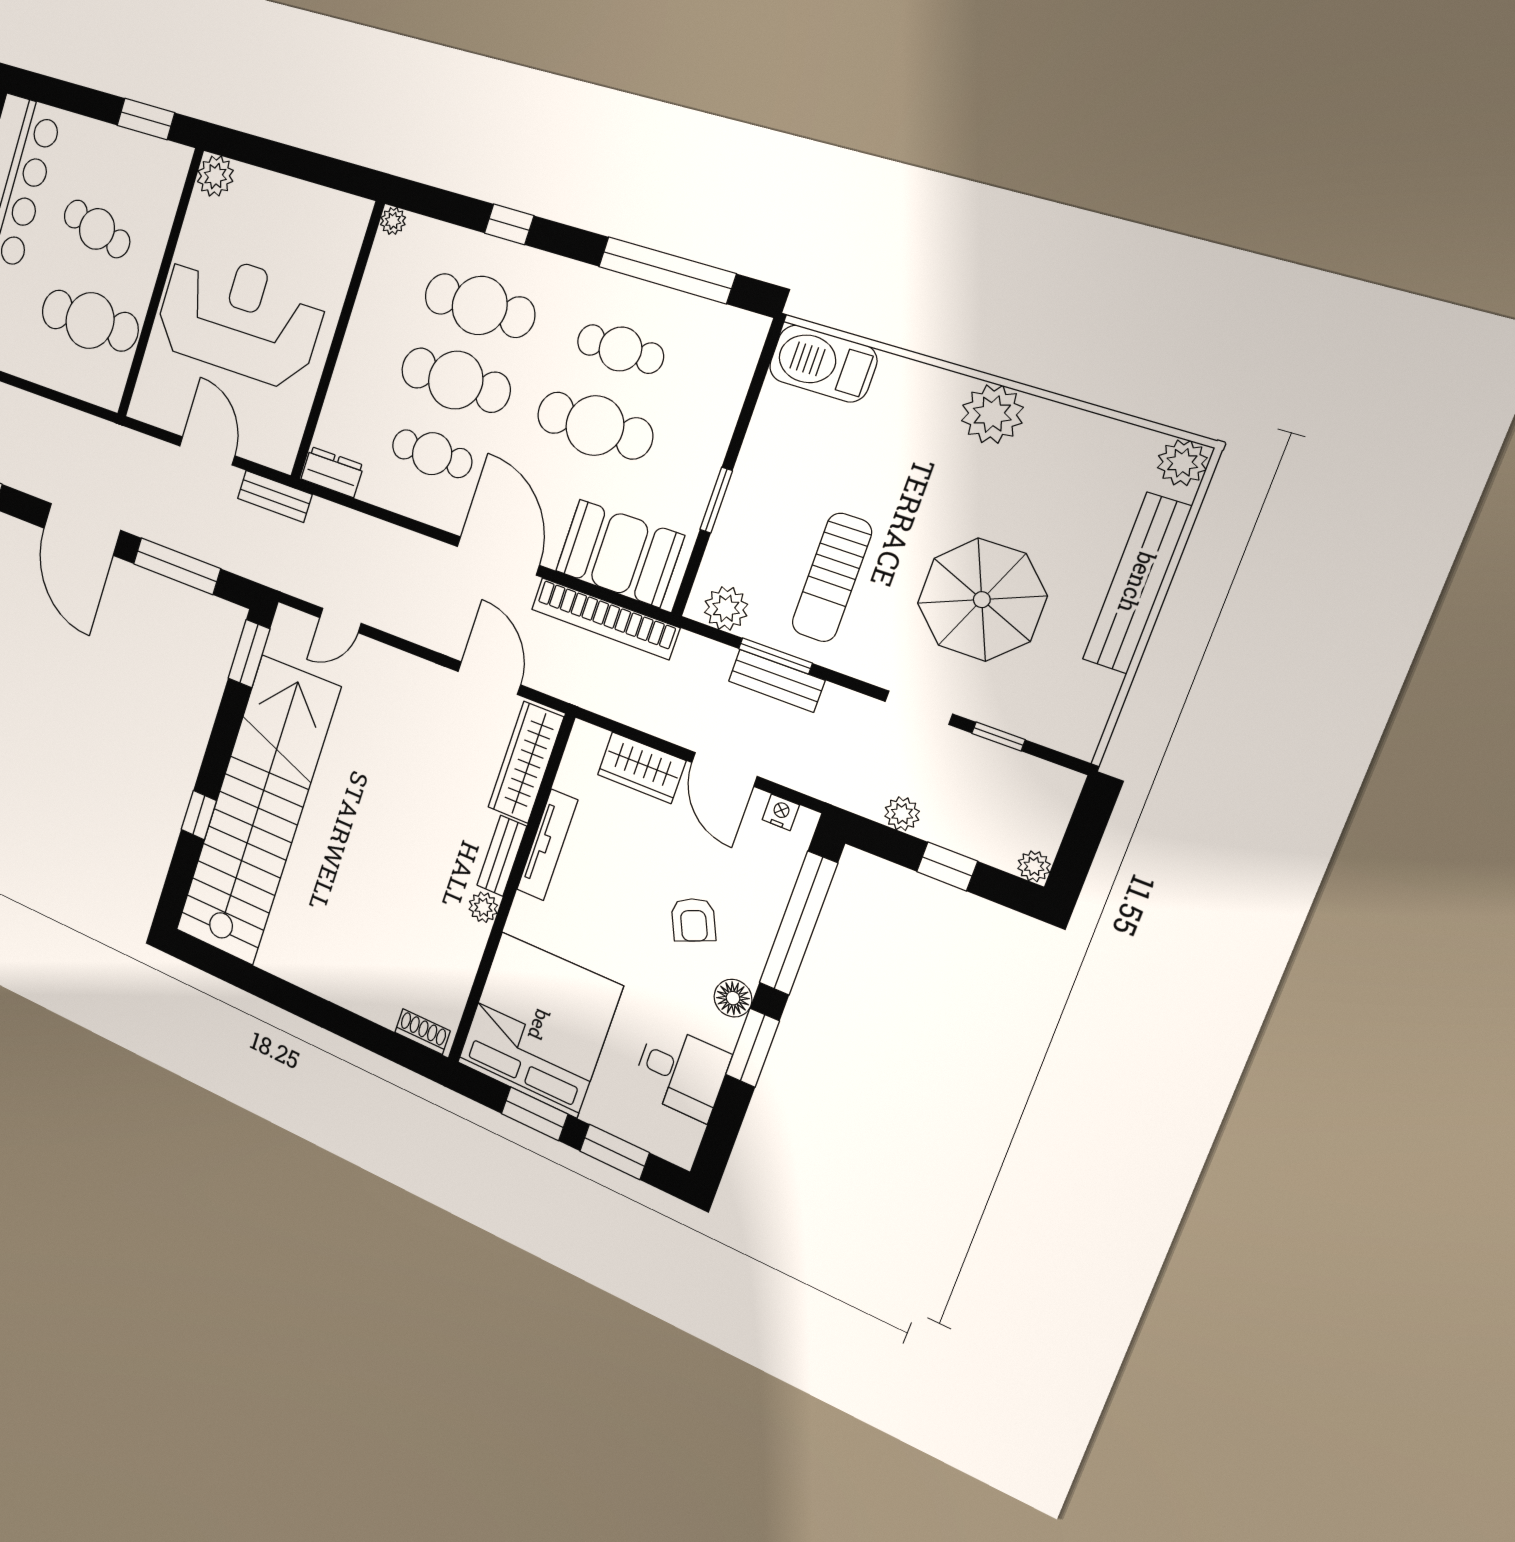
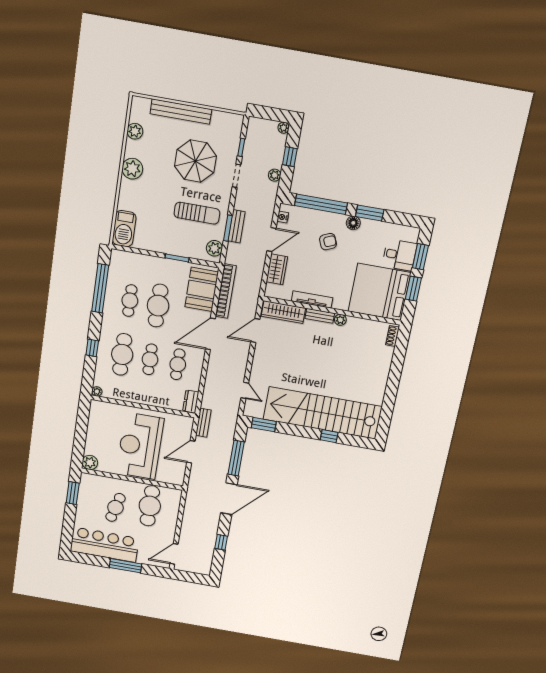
cafe table: (456, 380) -> (150, 359), width x0.73, depth x0.74
plant: (1182, 463) -> (135, 131), moved
desk: (681, 1072) -> (399, 255), moved, turned 90

